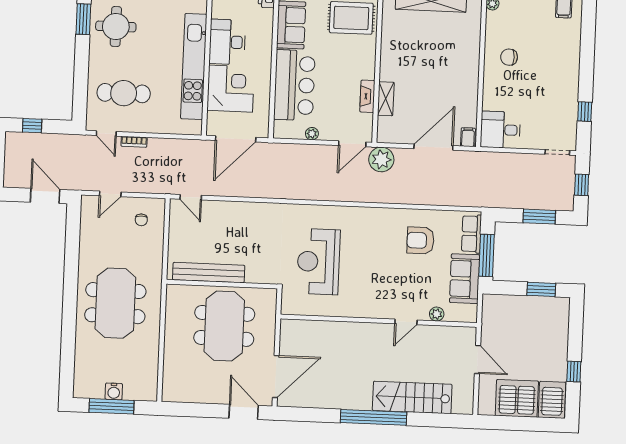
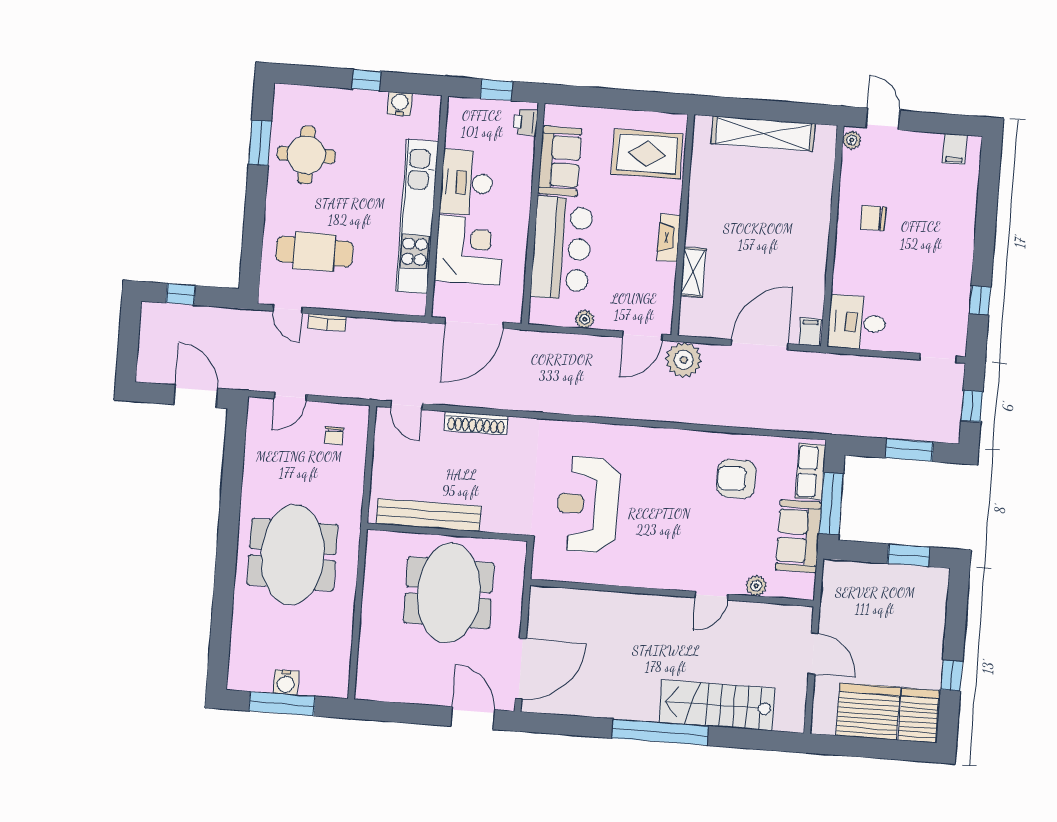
fireplace: (367, 96) -> (669, 238), moved
shoe rack: (239, 208) -> (476, 423), added

